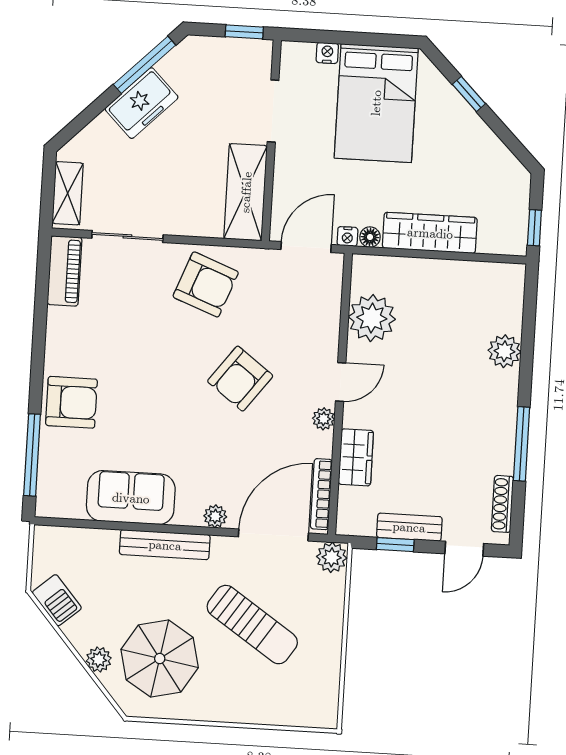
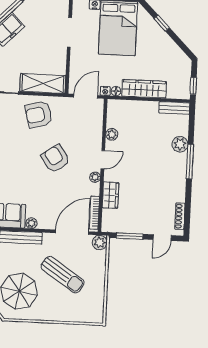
shelving: (246, 192) -> (43, 83), moved, turned 90
armchair: (206, 284) -> (39, 114), turned 144
plant: (372, 318) -> (112, 134), width x0.53, depth x0.53
armchair: (240, 379) -> (55, 159), turned 108
window: (522, 444) -> (190, 162), moved
plant: (215, 516) -> (31, 223), moved
bench: (409, 527) -> (174, 108), moved
window: (395, 545) -> (130, 236), width x1.50

